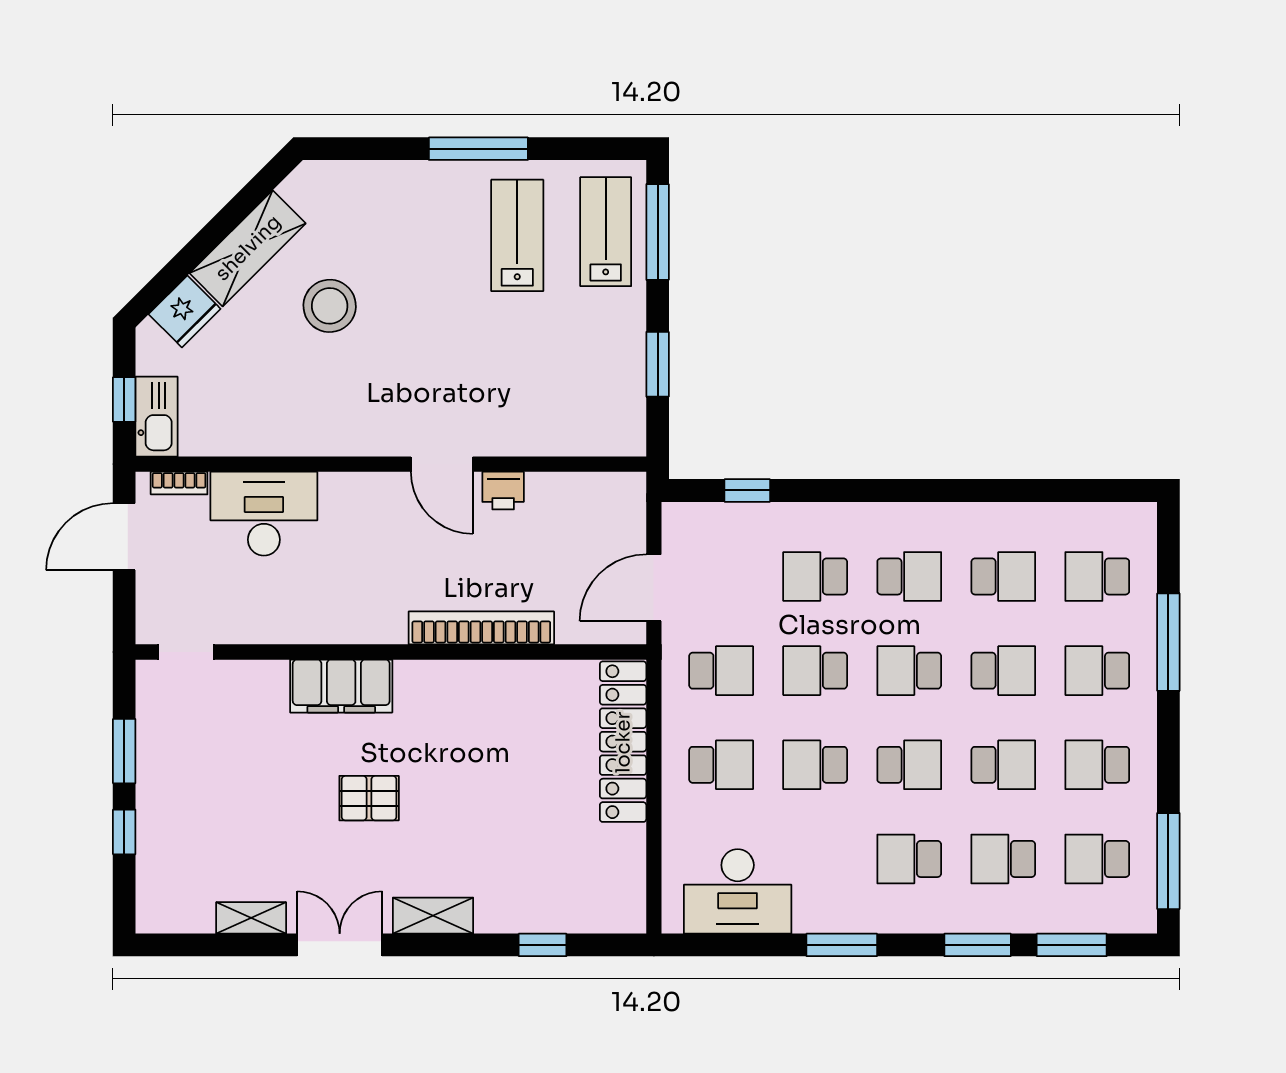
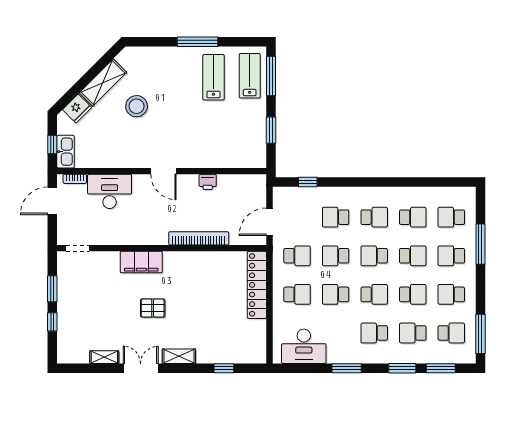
door: (442, 464) -> (163, 171), moved
school desk: (1097, 859) -> (451, 333), turned 180

